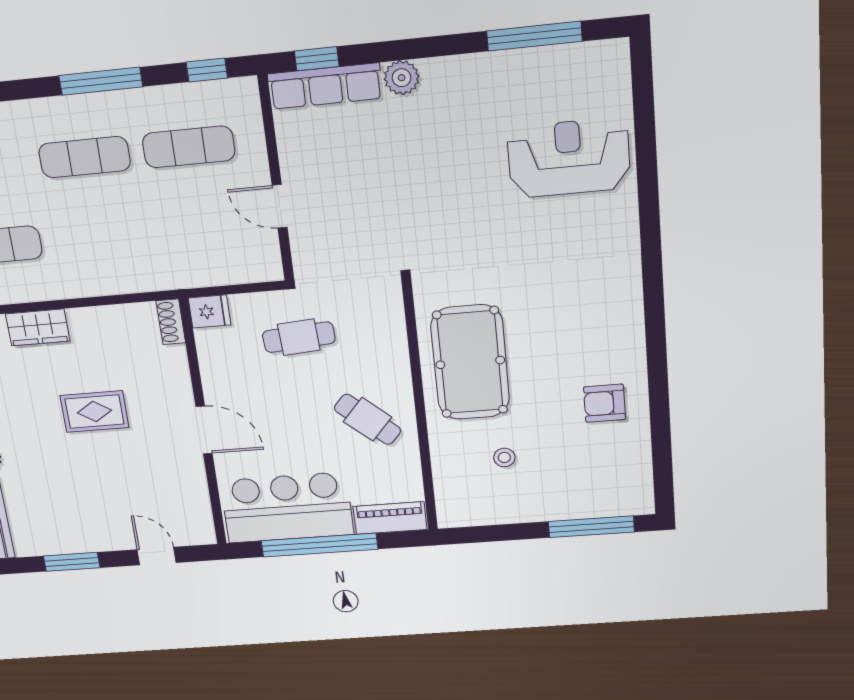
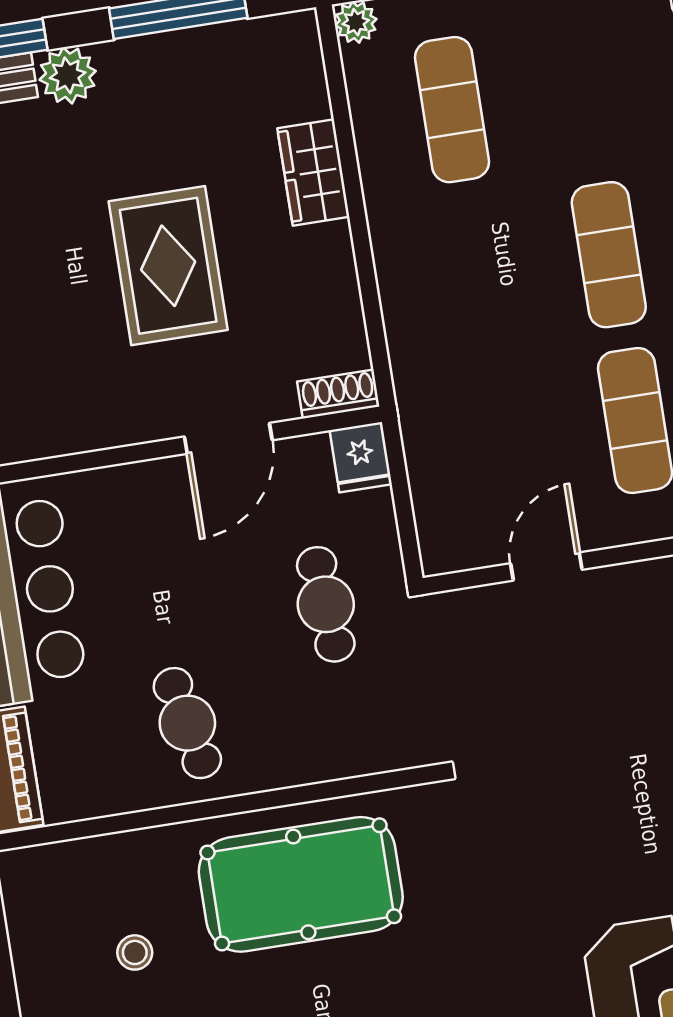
rug: (94, 412) -> (168, 266), width x1.36, depth x1.43
cafe table: (368, 419) -> (187, 723), turned -53
door: (204, 430) -> (228, 438), moved

